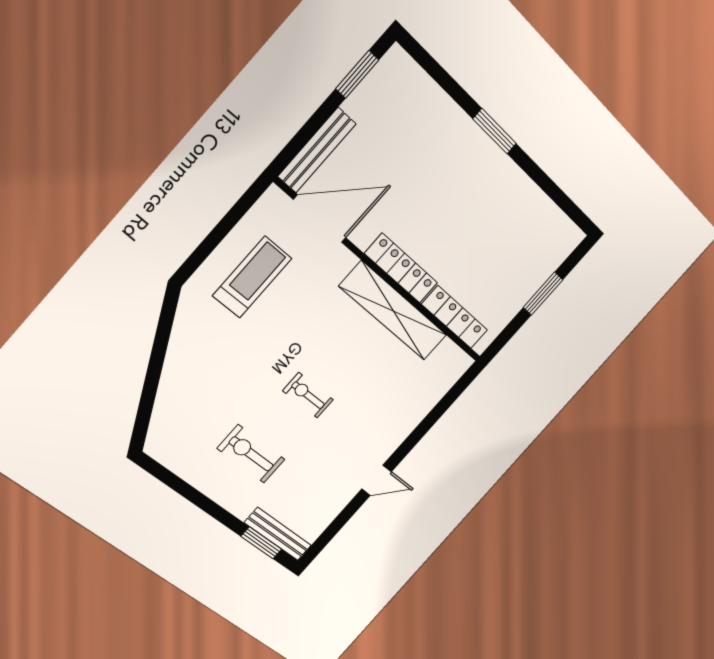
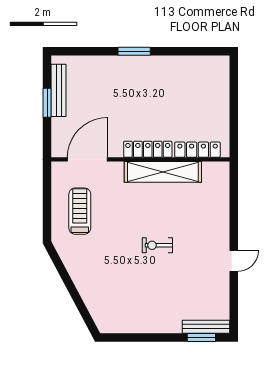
window: (357, 74) -> (47, 103), moved
bench: (317, 150) -> (59, 90), moved
window: (543, 294) -> (234, 101), removed
exercise bike: (251, 454) -> (155, 296), removed

